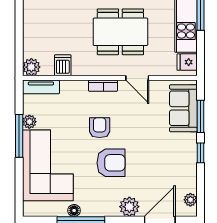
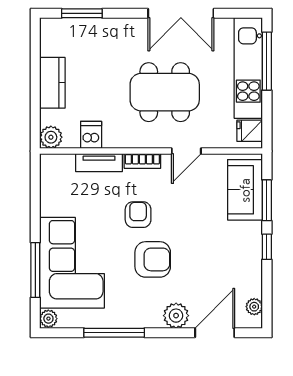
kitchen counter: (33, 24) -> (52, 83), added
door: (137, 78) -> (186, 151), hinge flipped
tv unit: (41, 87) -> (99, 163), moved
plant: (29, 122) -> (48, 319), moved
window: (19, 136) -> (35, 270), moved
floor lamp: (74, 211) -> (105, 320), removed

